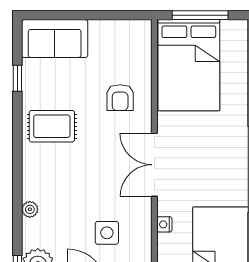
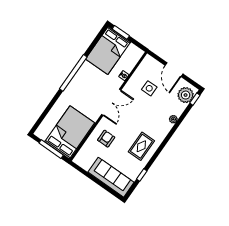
sofa: (55, 39) -> (111, 177), width x1.36
rug: (52, 126) -> (141, 146), turned 90

